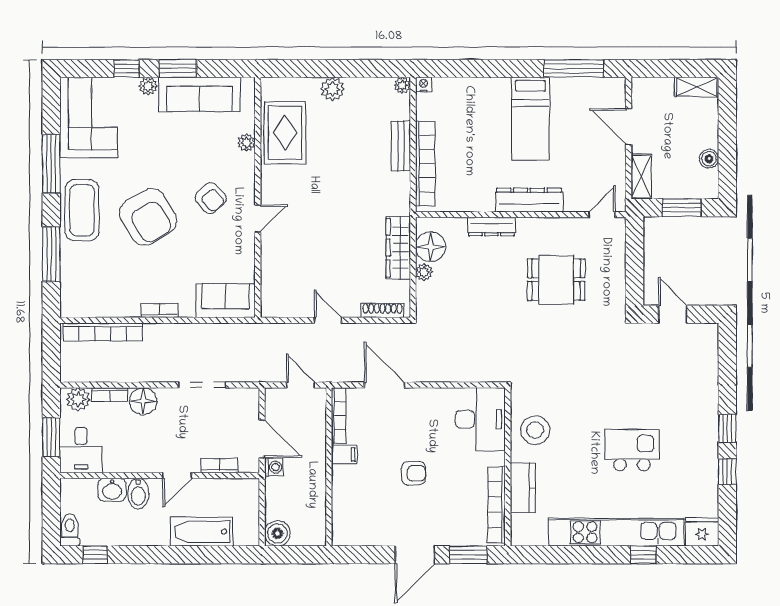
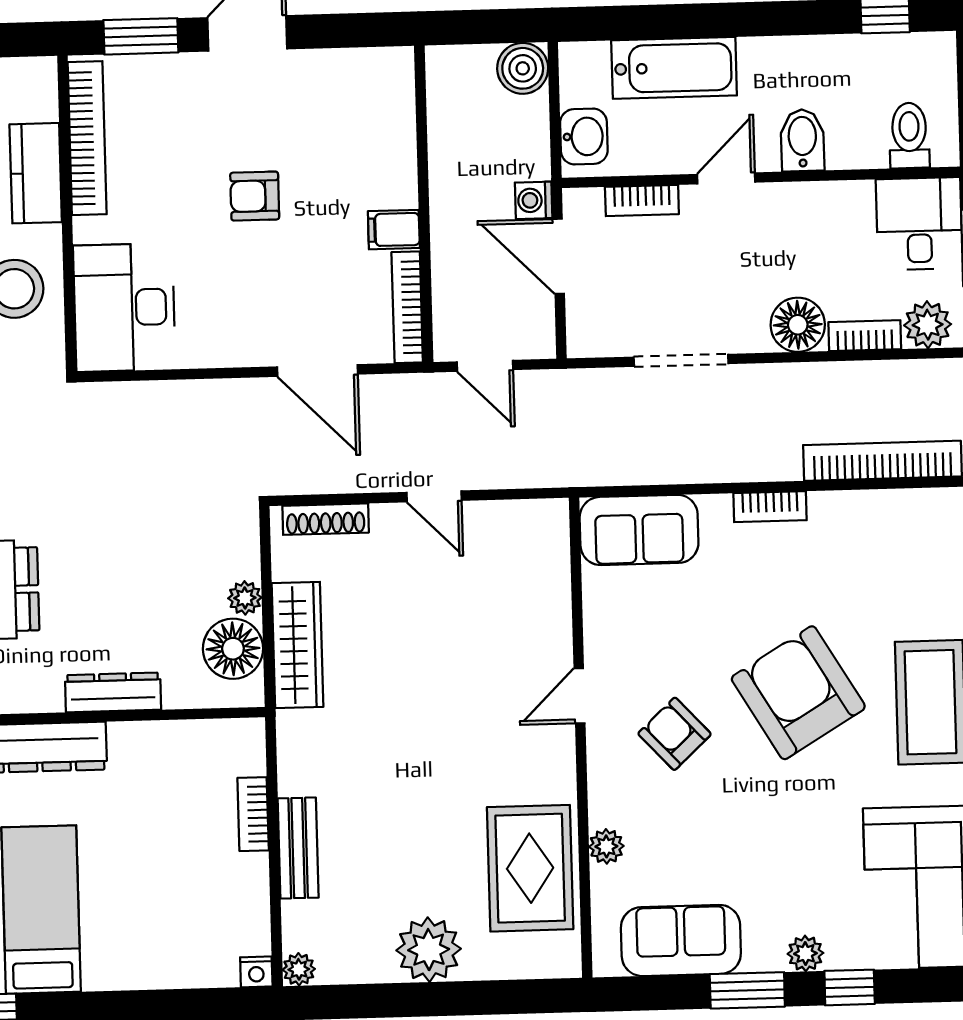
plant: (333, 89) -> (429, 950), width x1.36, depth x1.36
sofa: (200, 94) -> (681, 940), width x0.73
bookcase: (425, 164) -> (253, 814), width x0.43, depth x0.76
washbasin: (112, 490) -> (584, 137), moved, turned 90
toilet: (70, 530) -> (909, 135), moved, turned 180

